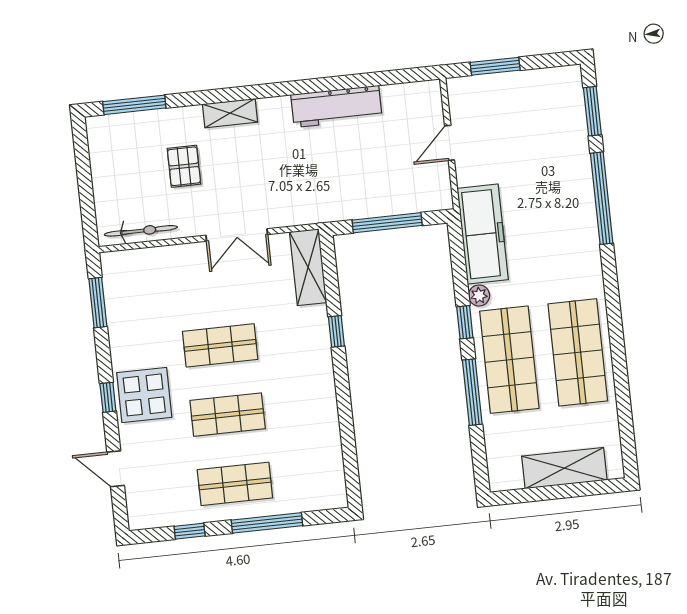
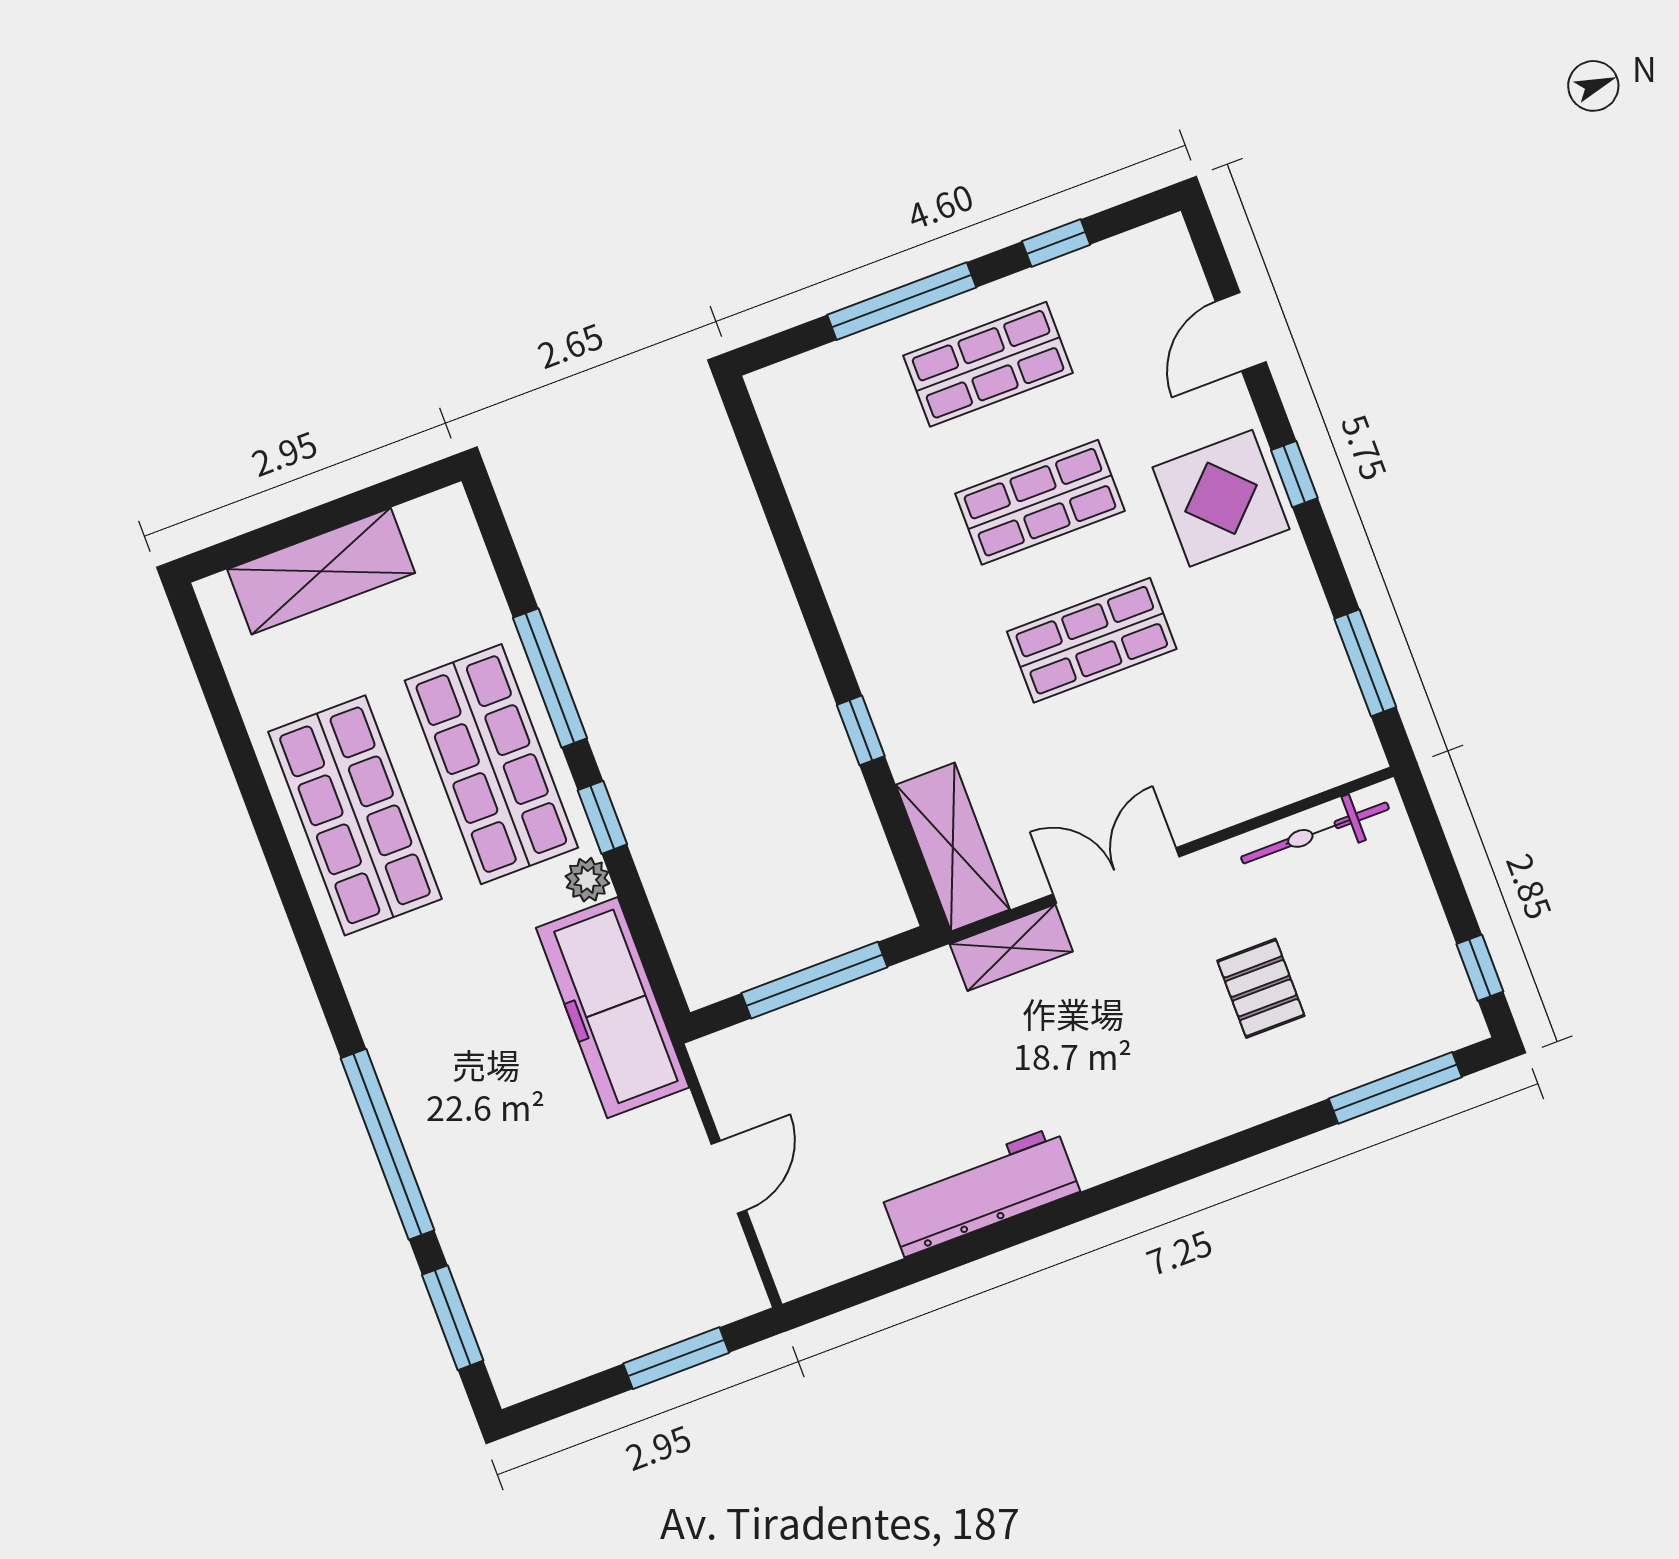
shelving: (230, 113) -> (1011, 948), moved
window: (81, 150) -> (1480, 968), added
door: (116, 469) -> (1241, 332), swing flipped

